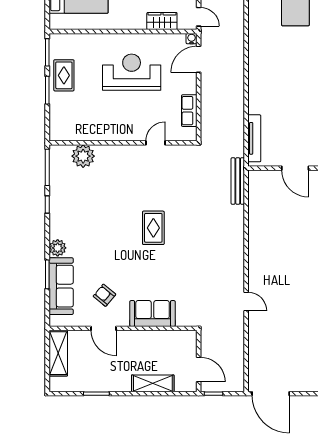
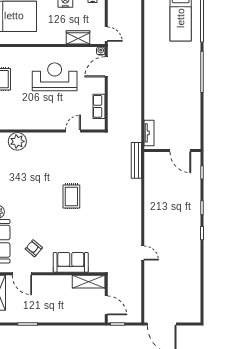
tv unit: (254, 138) -> (149, 133), width x0.71
door: (103, 328) -> (22, 274), moved
shelving: (153, 383) -> (89, 282), moved

